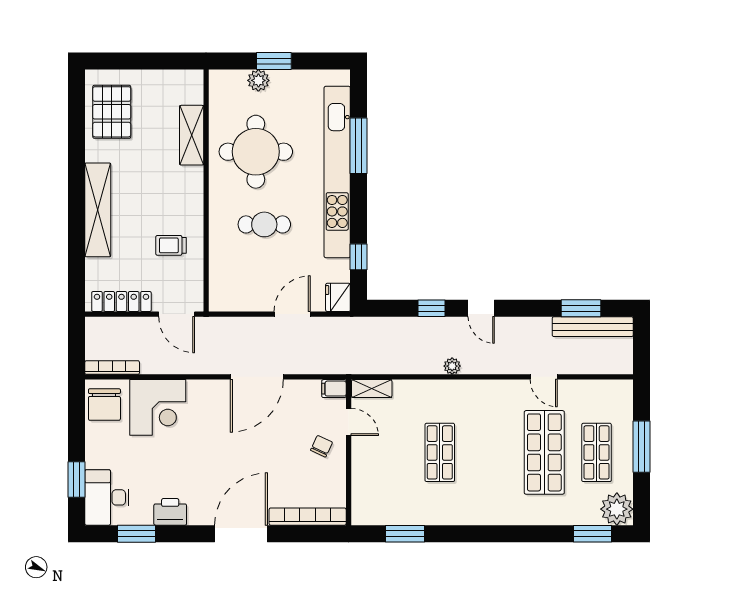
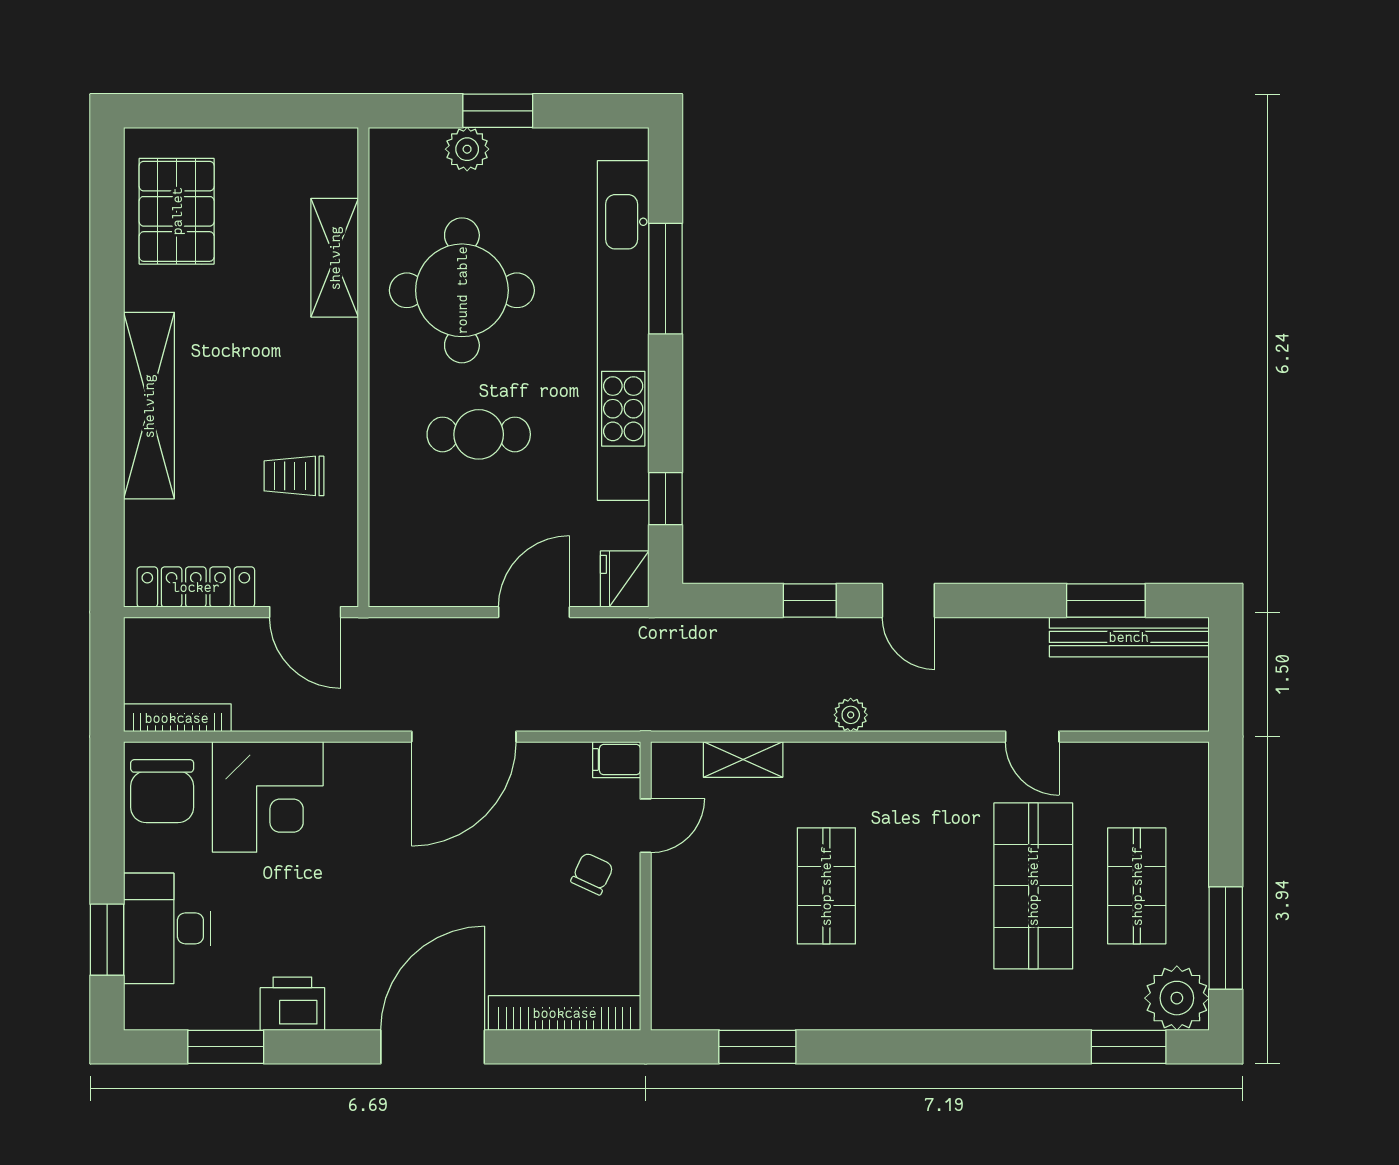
shelving: (372, 389) -> (743, 759), moved
door: (349, 422) -> (646, 826), hinge flipped
window: (641, 447) -> (1226, 938), moved
desk: (107, 497) -> (167, 928), moved

